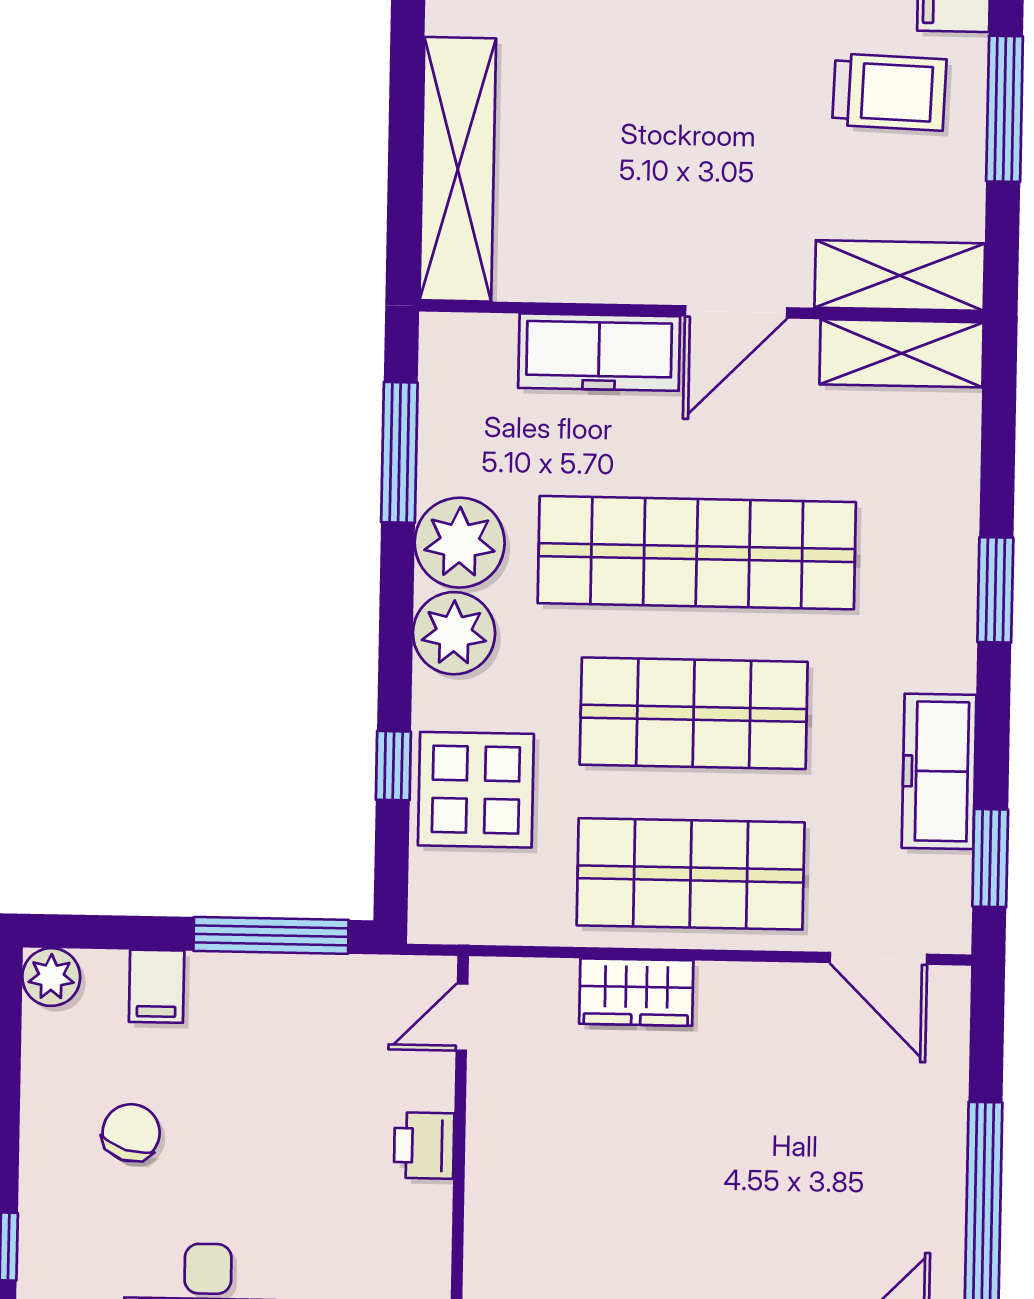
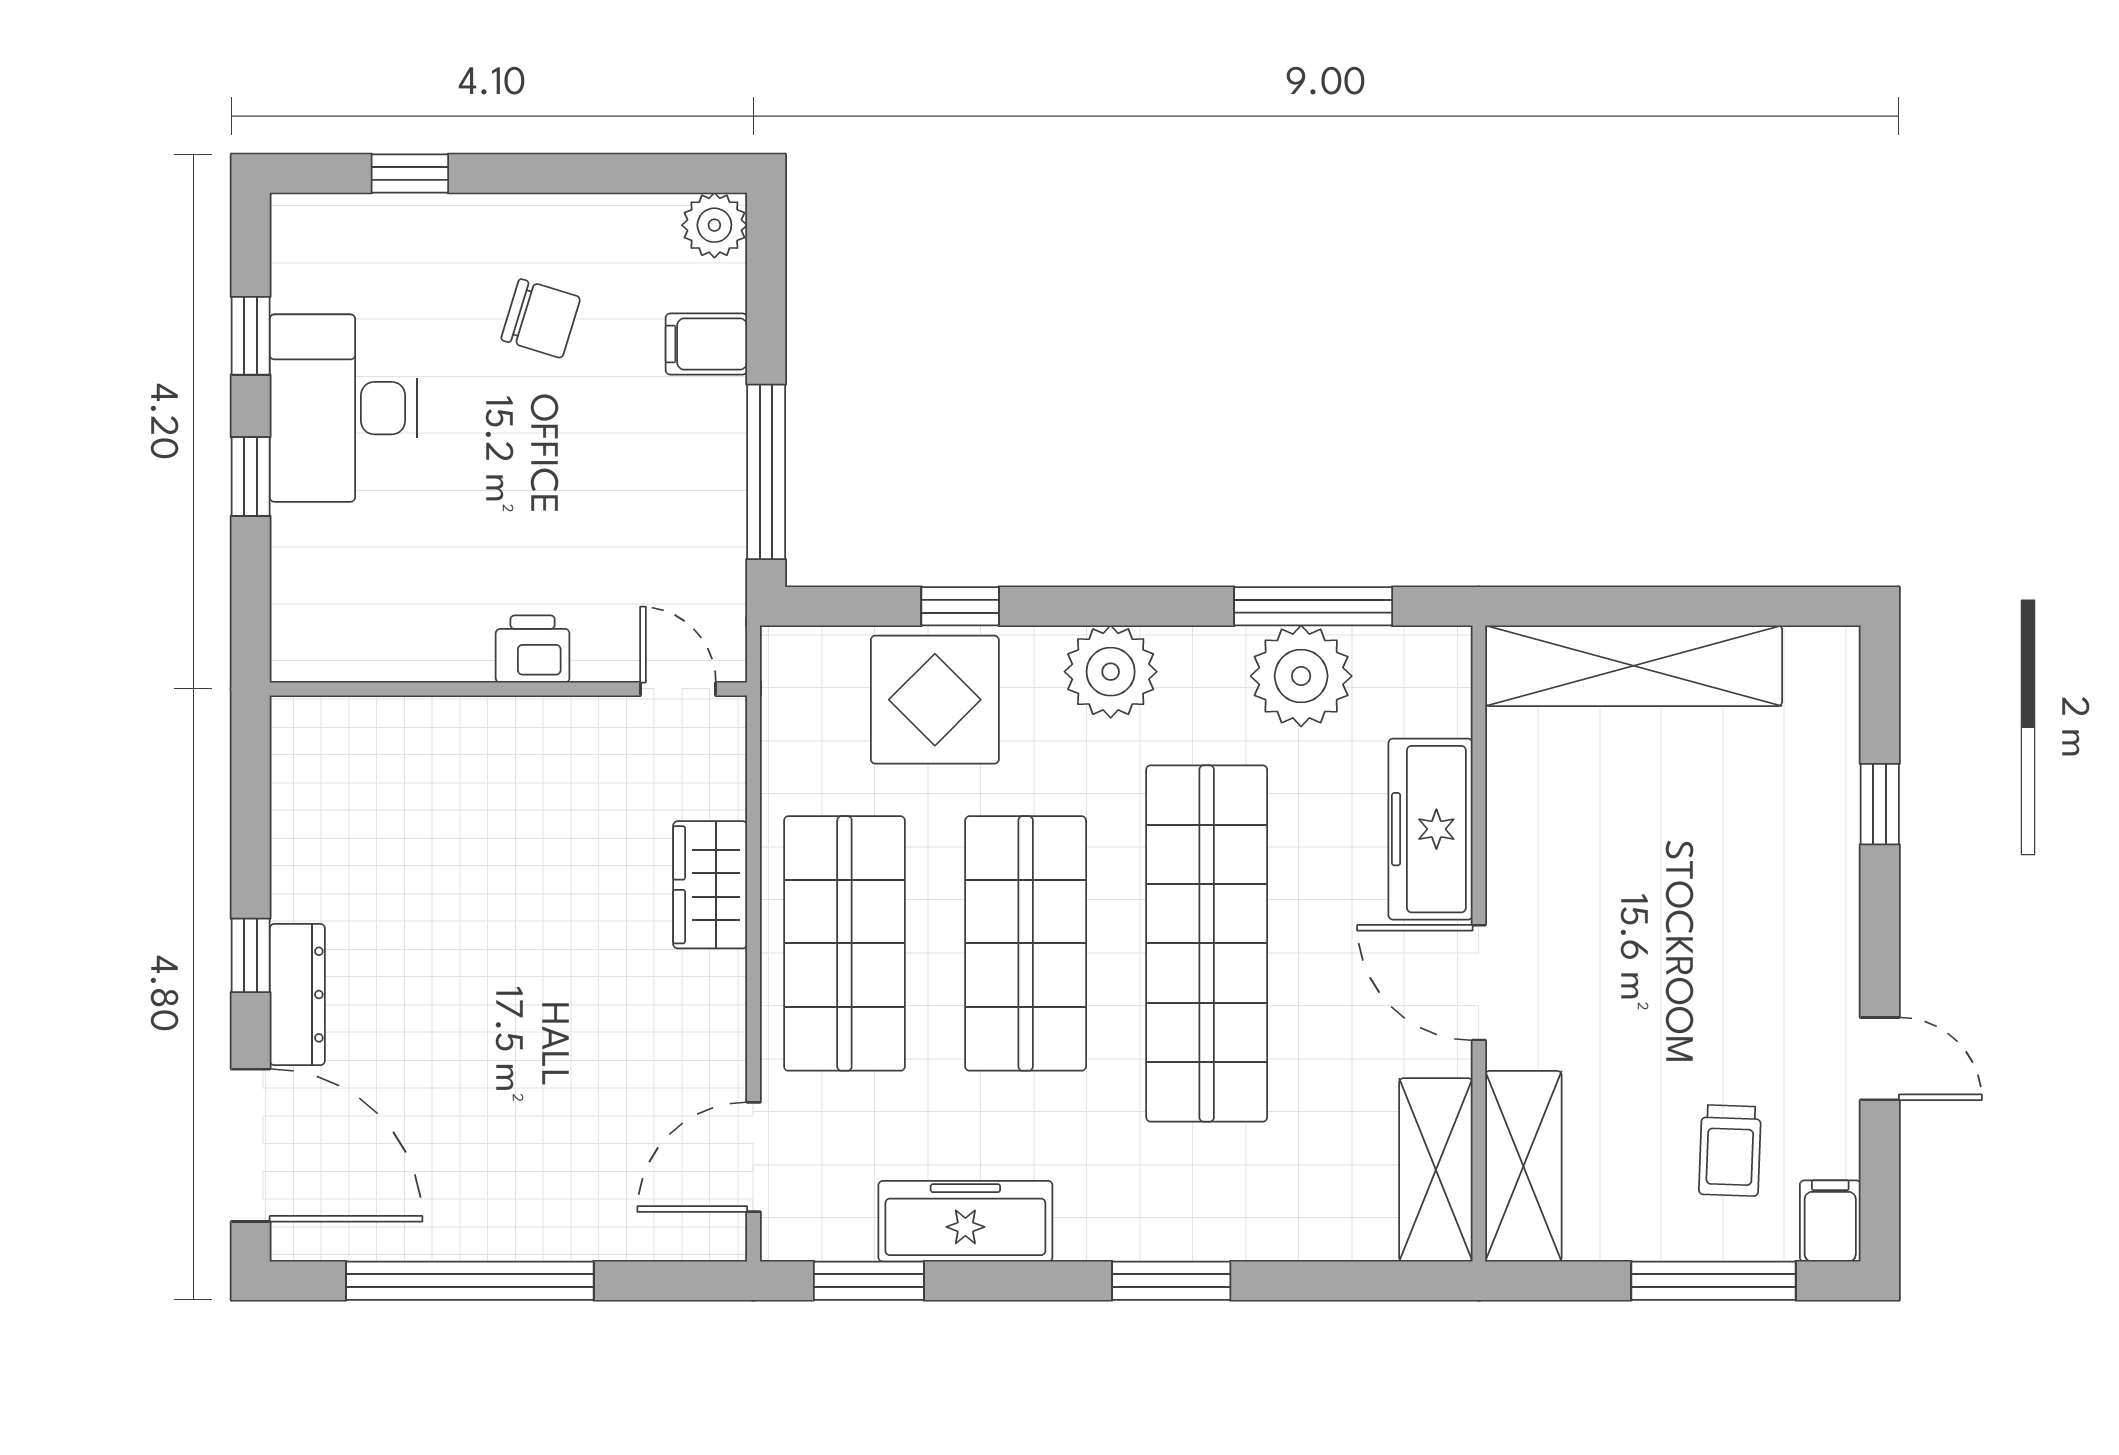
trolley: (889, 92) -> (1730, 1150), width x0.73, depth x0.72
plant: (460, 543) -> (1301, 676), moved

